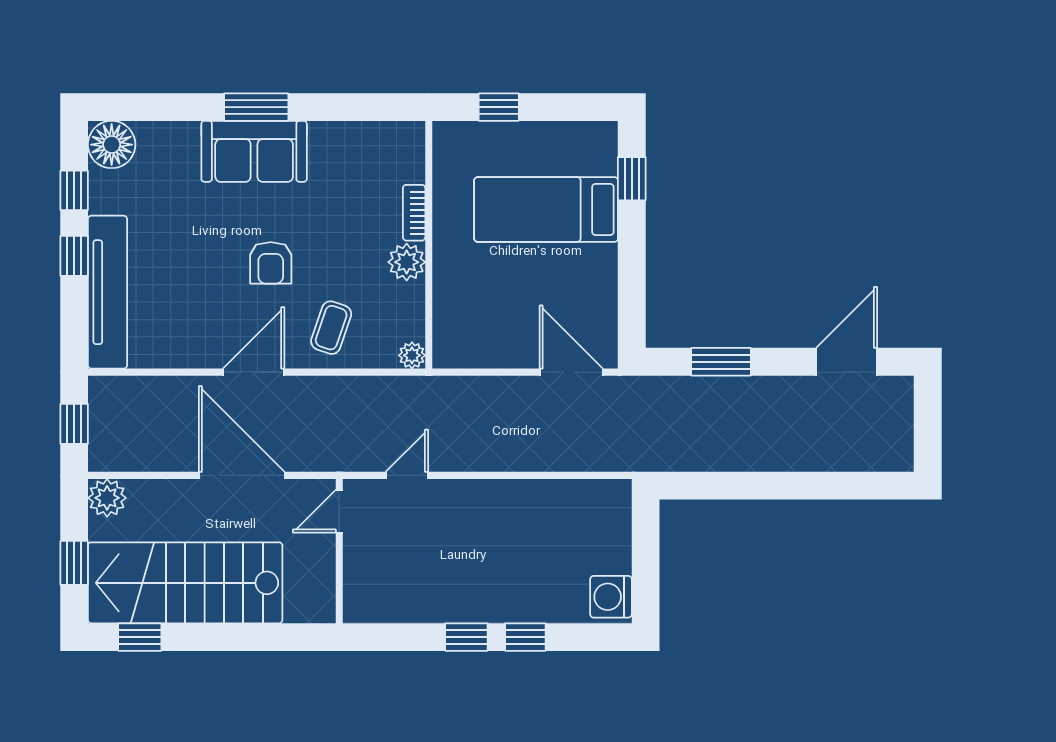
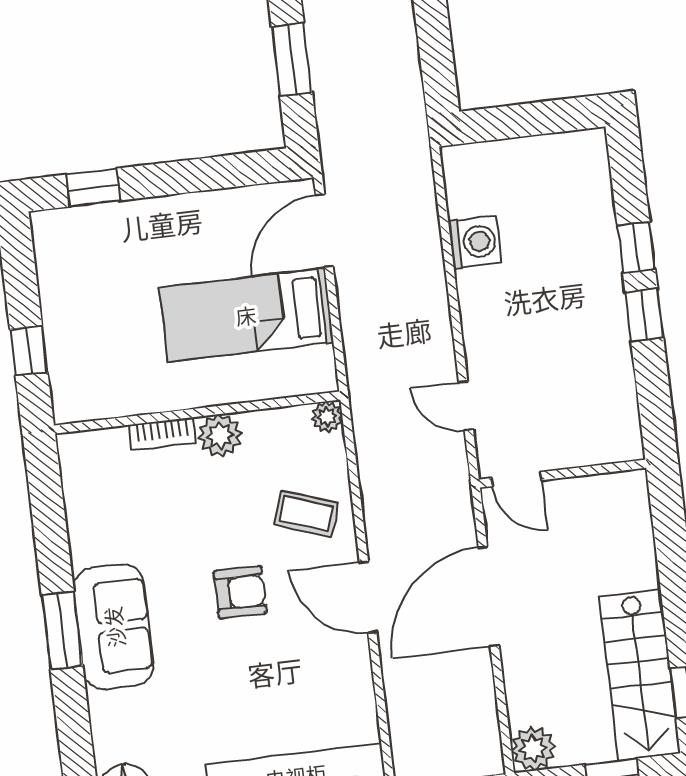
bed: (546, 209) -> (246, 315), moved, turned 90
stairs: (185, 583) -> (640, 675), width x0.73, depth x0.66
washing machine: (611, 597) -> (475, 242), moved, turned -90

